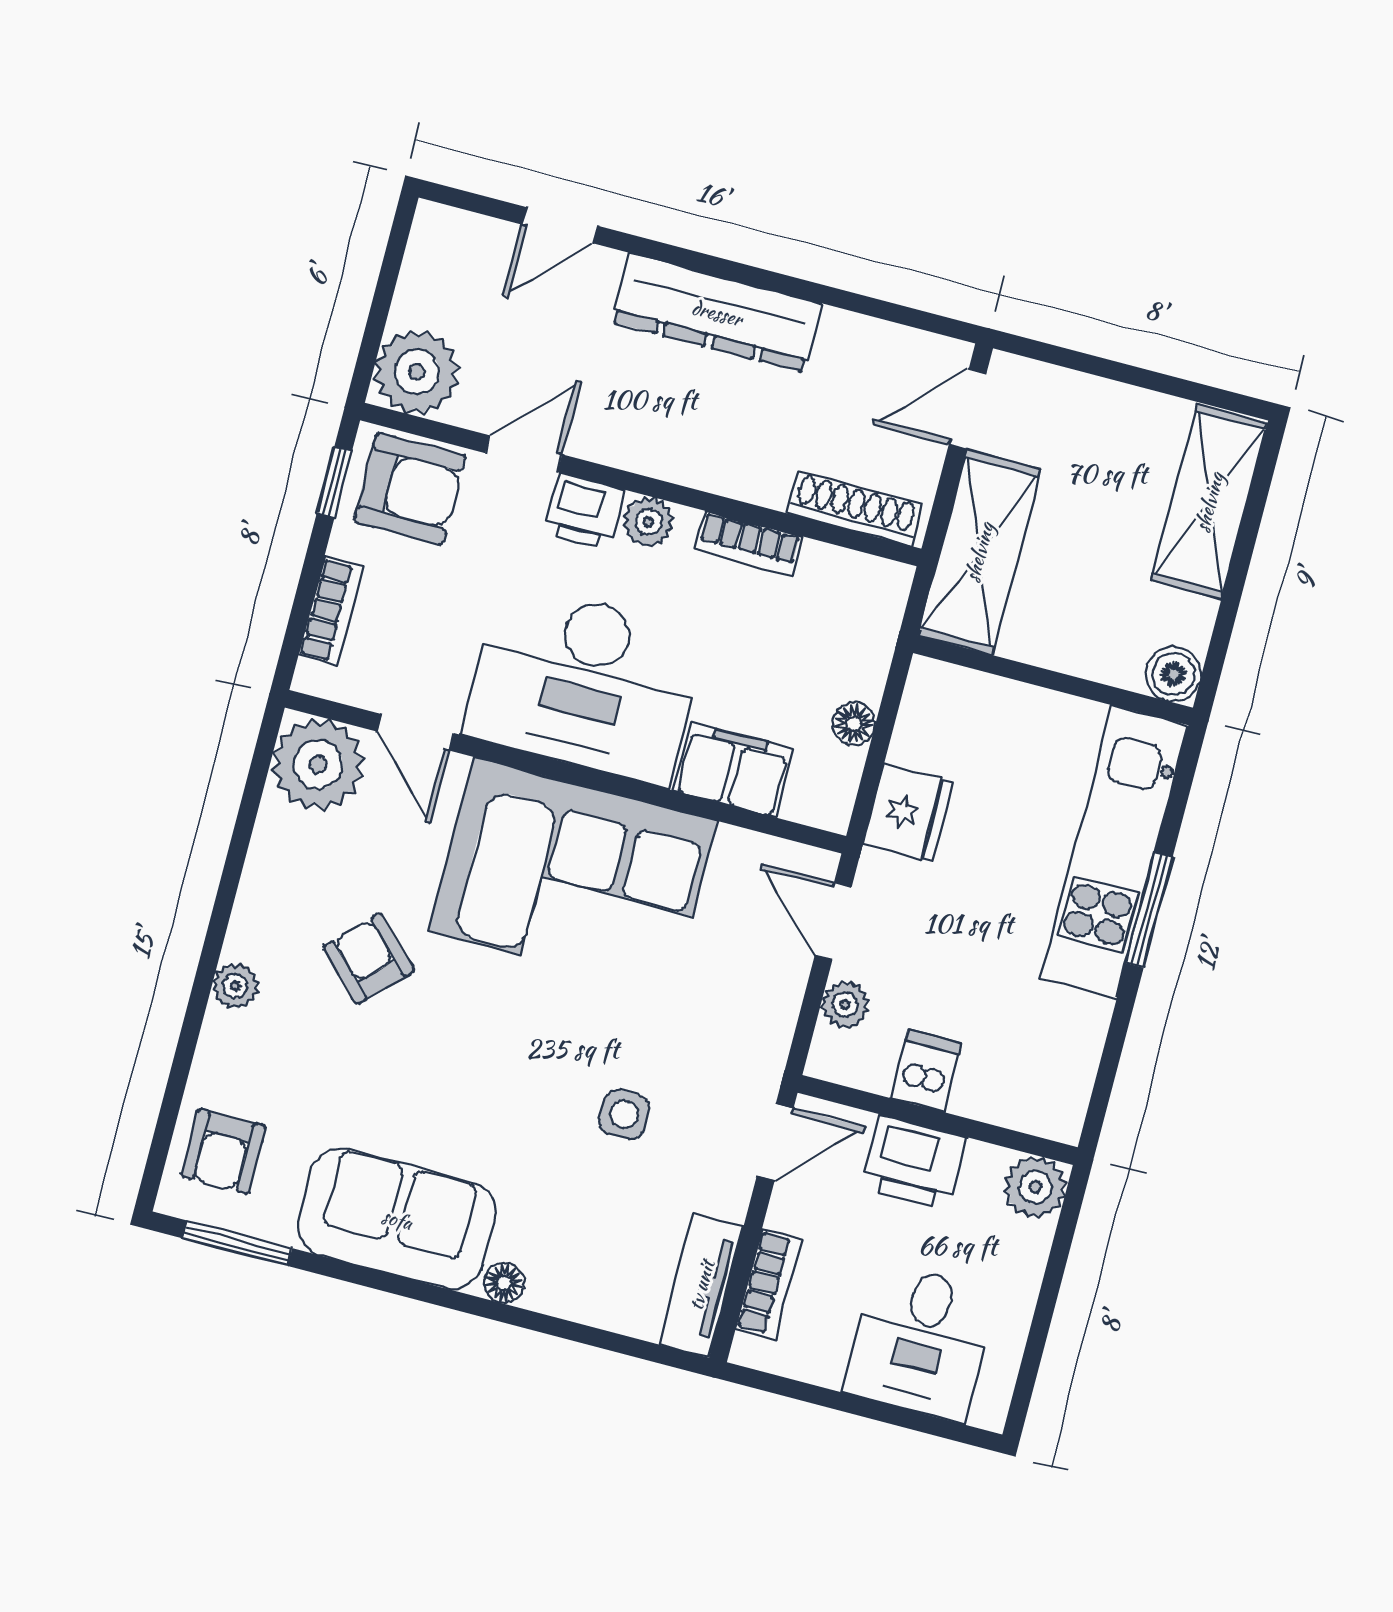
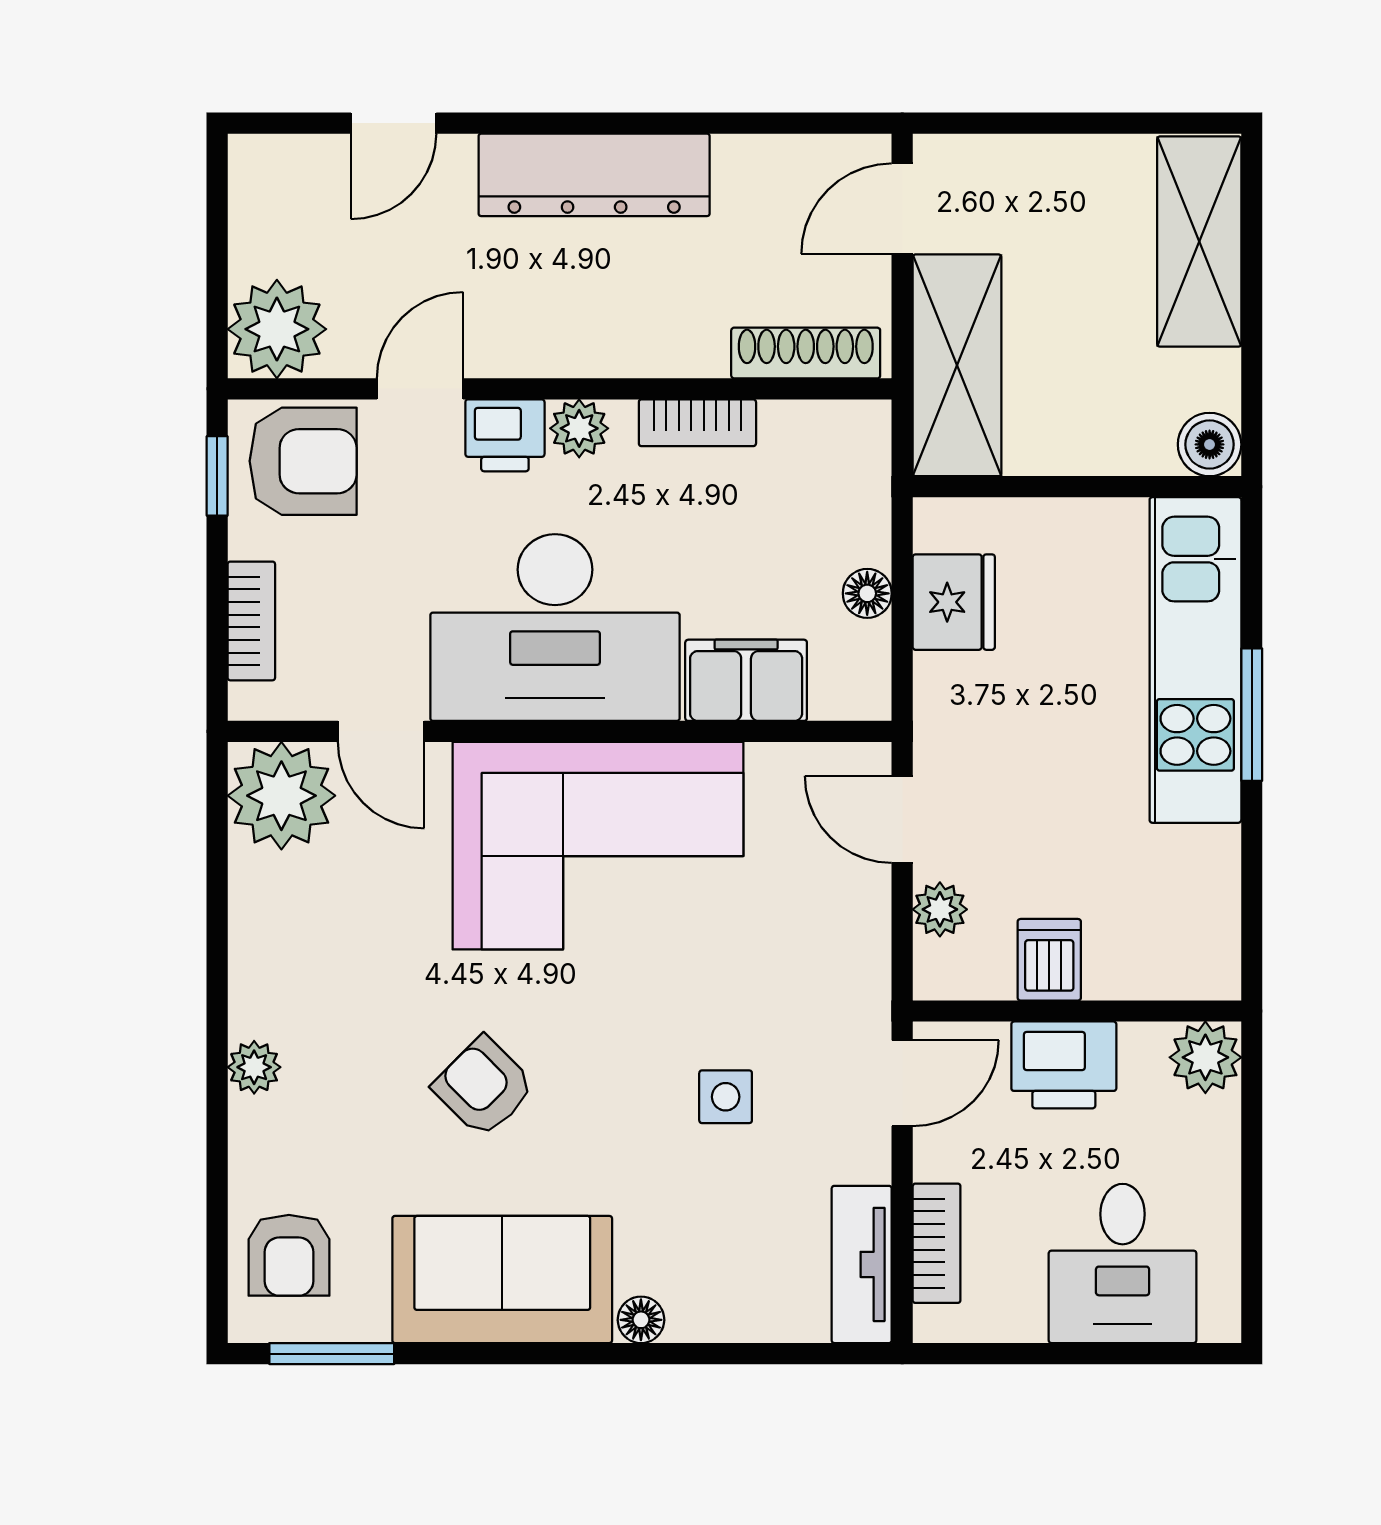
fridge: (908, 813) -> (954, 602), moved
armchair: (369, 959) -> (484, 1087), moved

